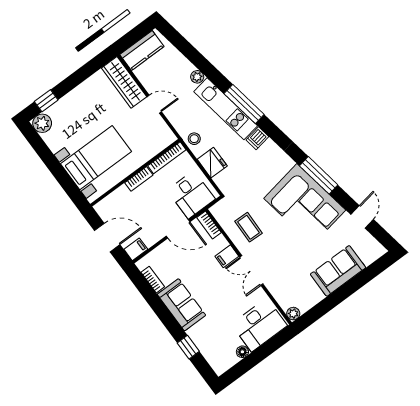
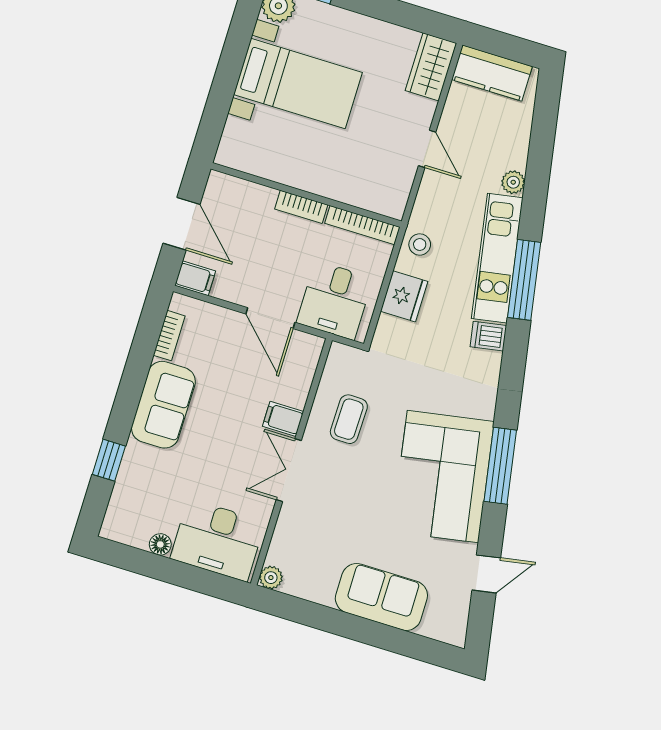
wardrobe: (124, 82) -> (431, 67), width x0.67
bed with nightstands: (96, 158) -> (298, 83), moved
bookcase: (209, 225) -> (310, 359), removed

